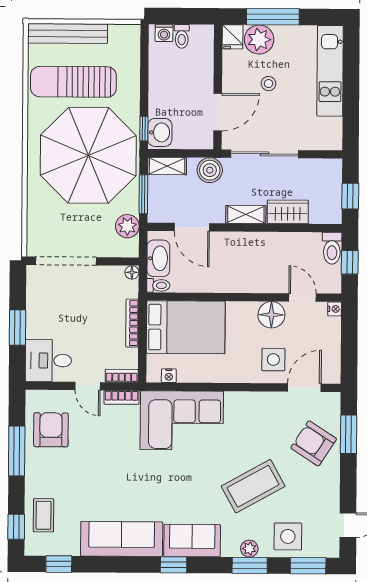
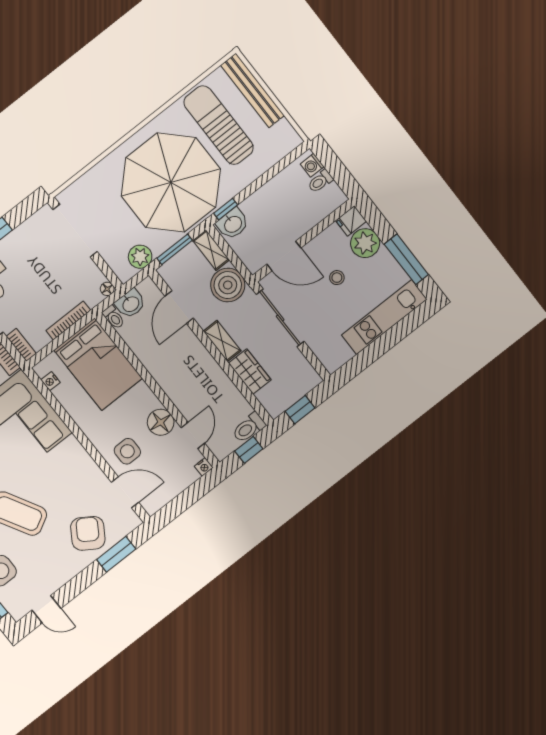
window: (273, 17) -> (406, 259), moved
boiler: (210, 170) -> (228, 285), width x1.37, depth x1.37
washbasin: (158, 258) -> (130, 304), width x0.72

